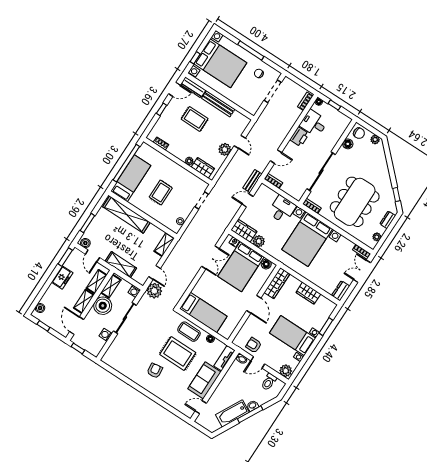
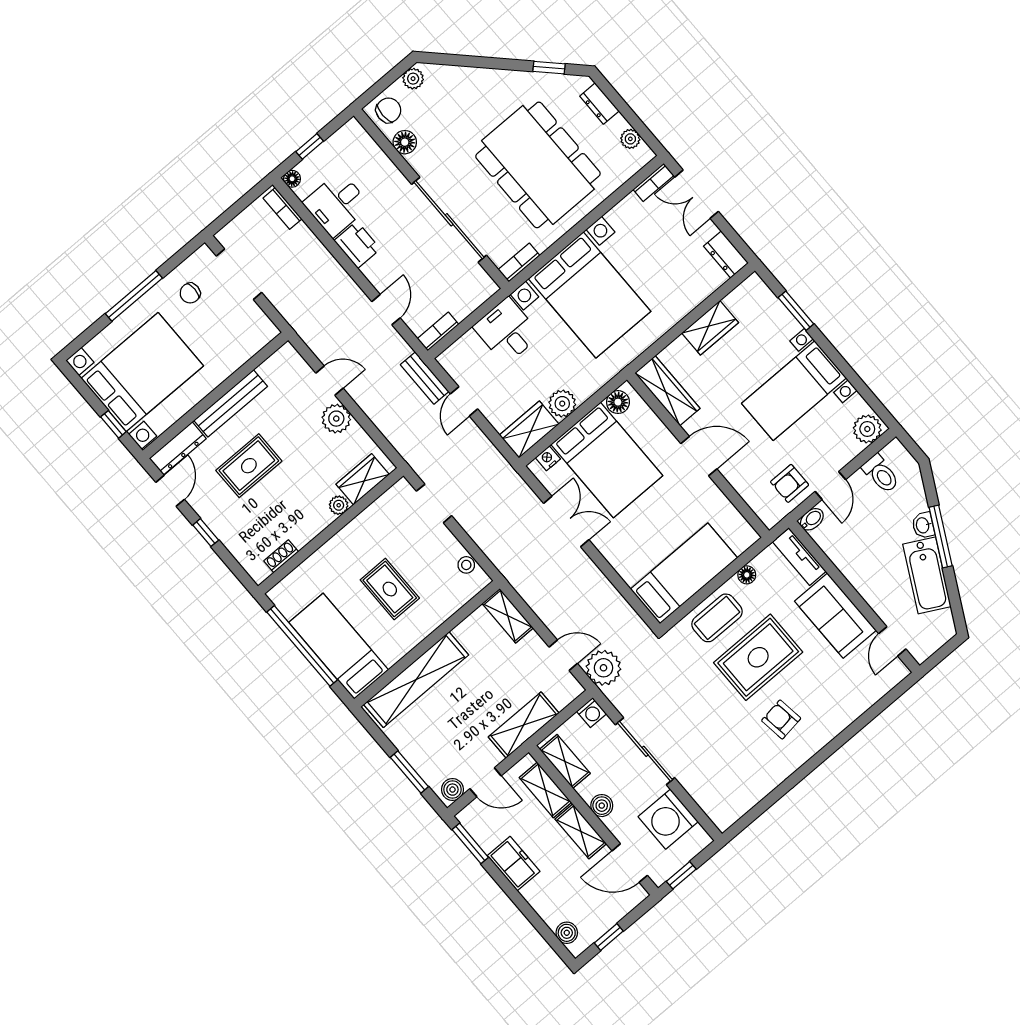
boiler: (103, 306) -> (602, 806), width x0.54, depth x0.54
washing machine: (106, 335) -> (668, 819), width x1.89, depth x1.89

